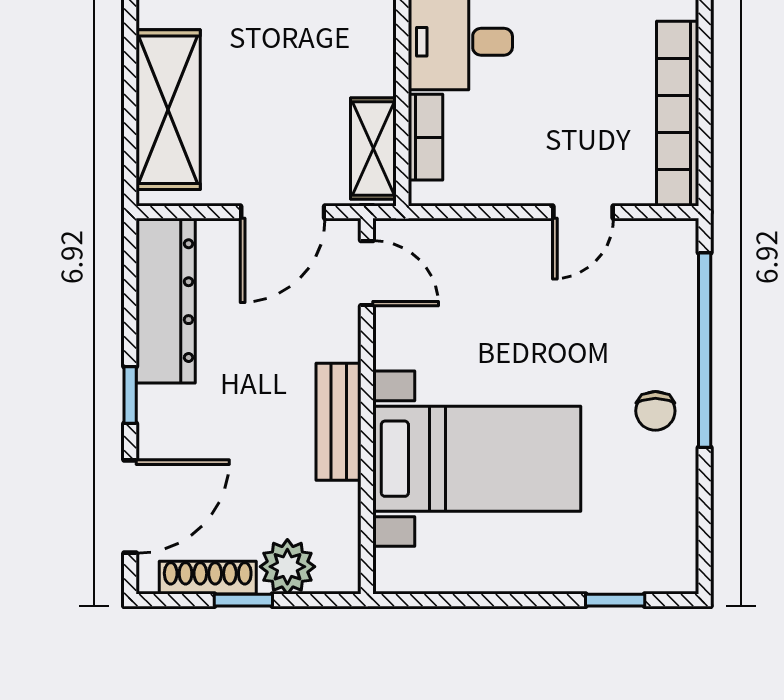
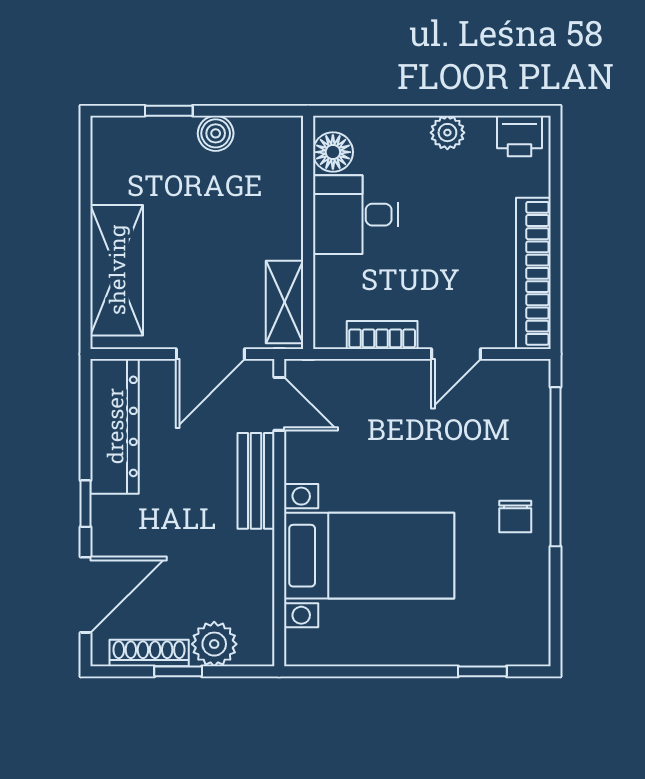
bookcase: (425, 137) -> (382, 335), moved, turned -90
bench: (339, 422) -> (256, 481), moved

